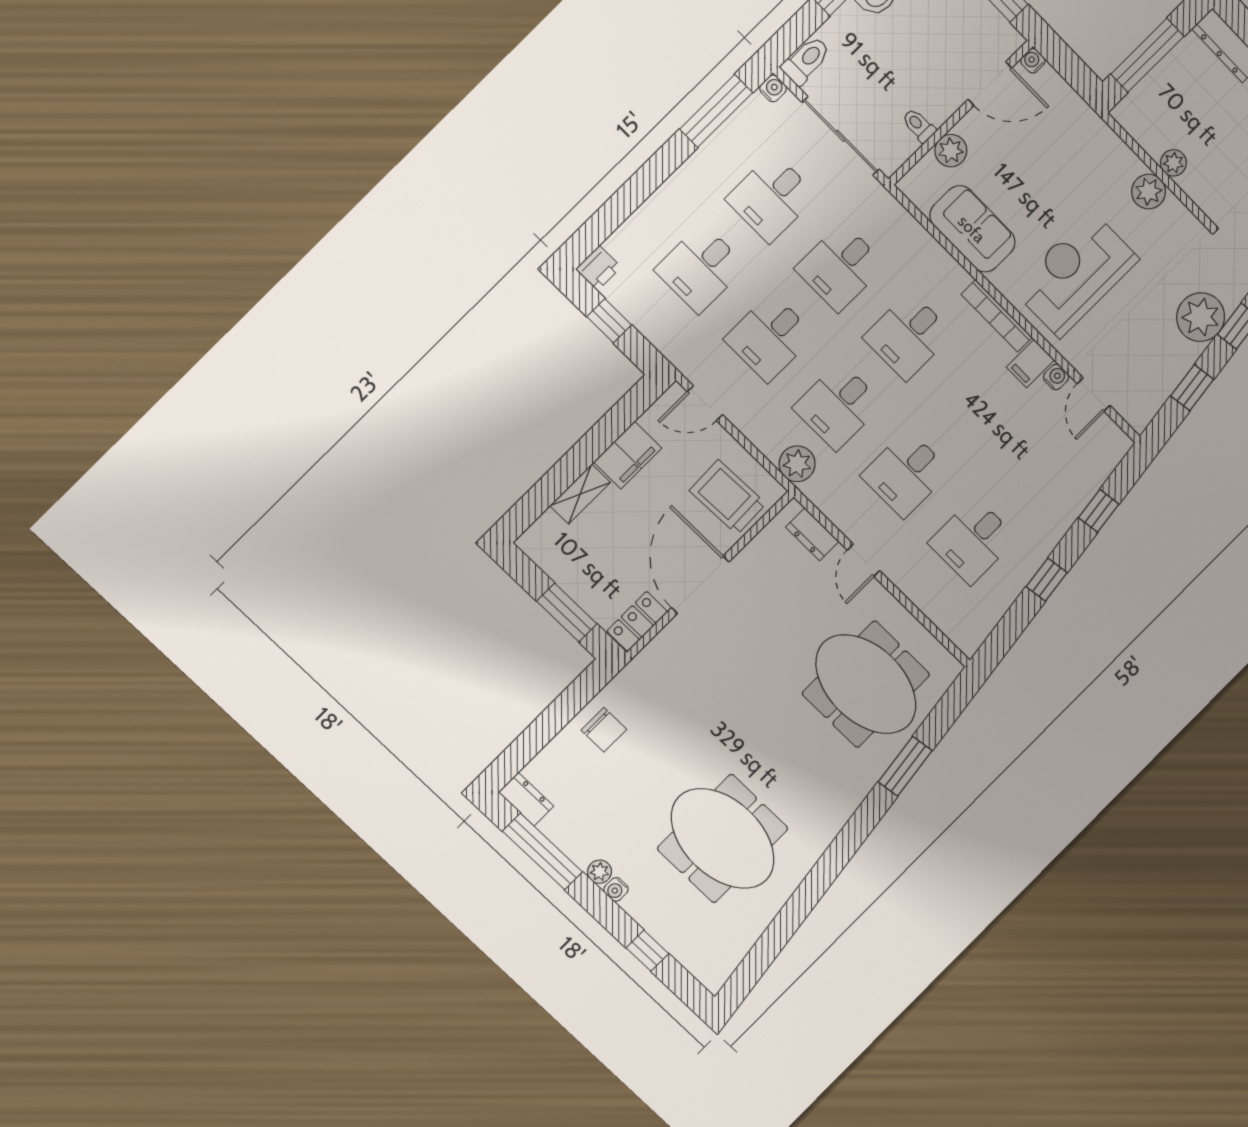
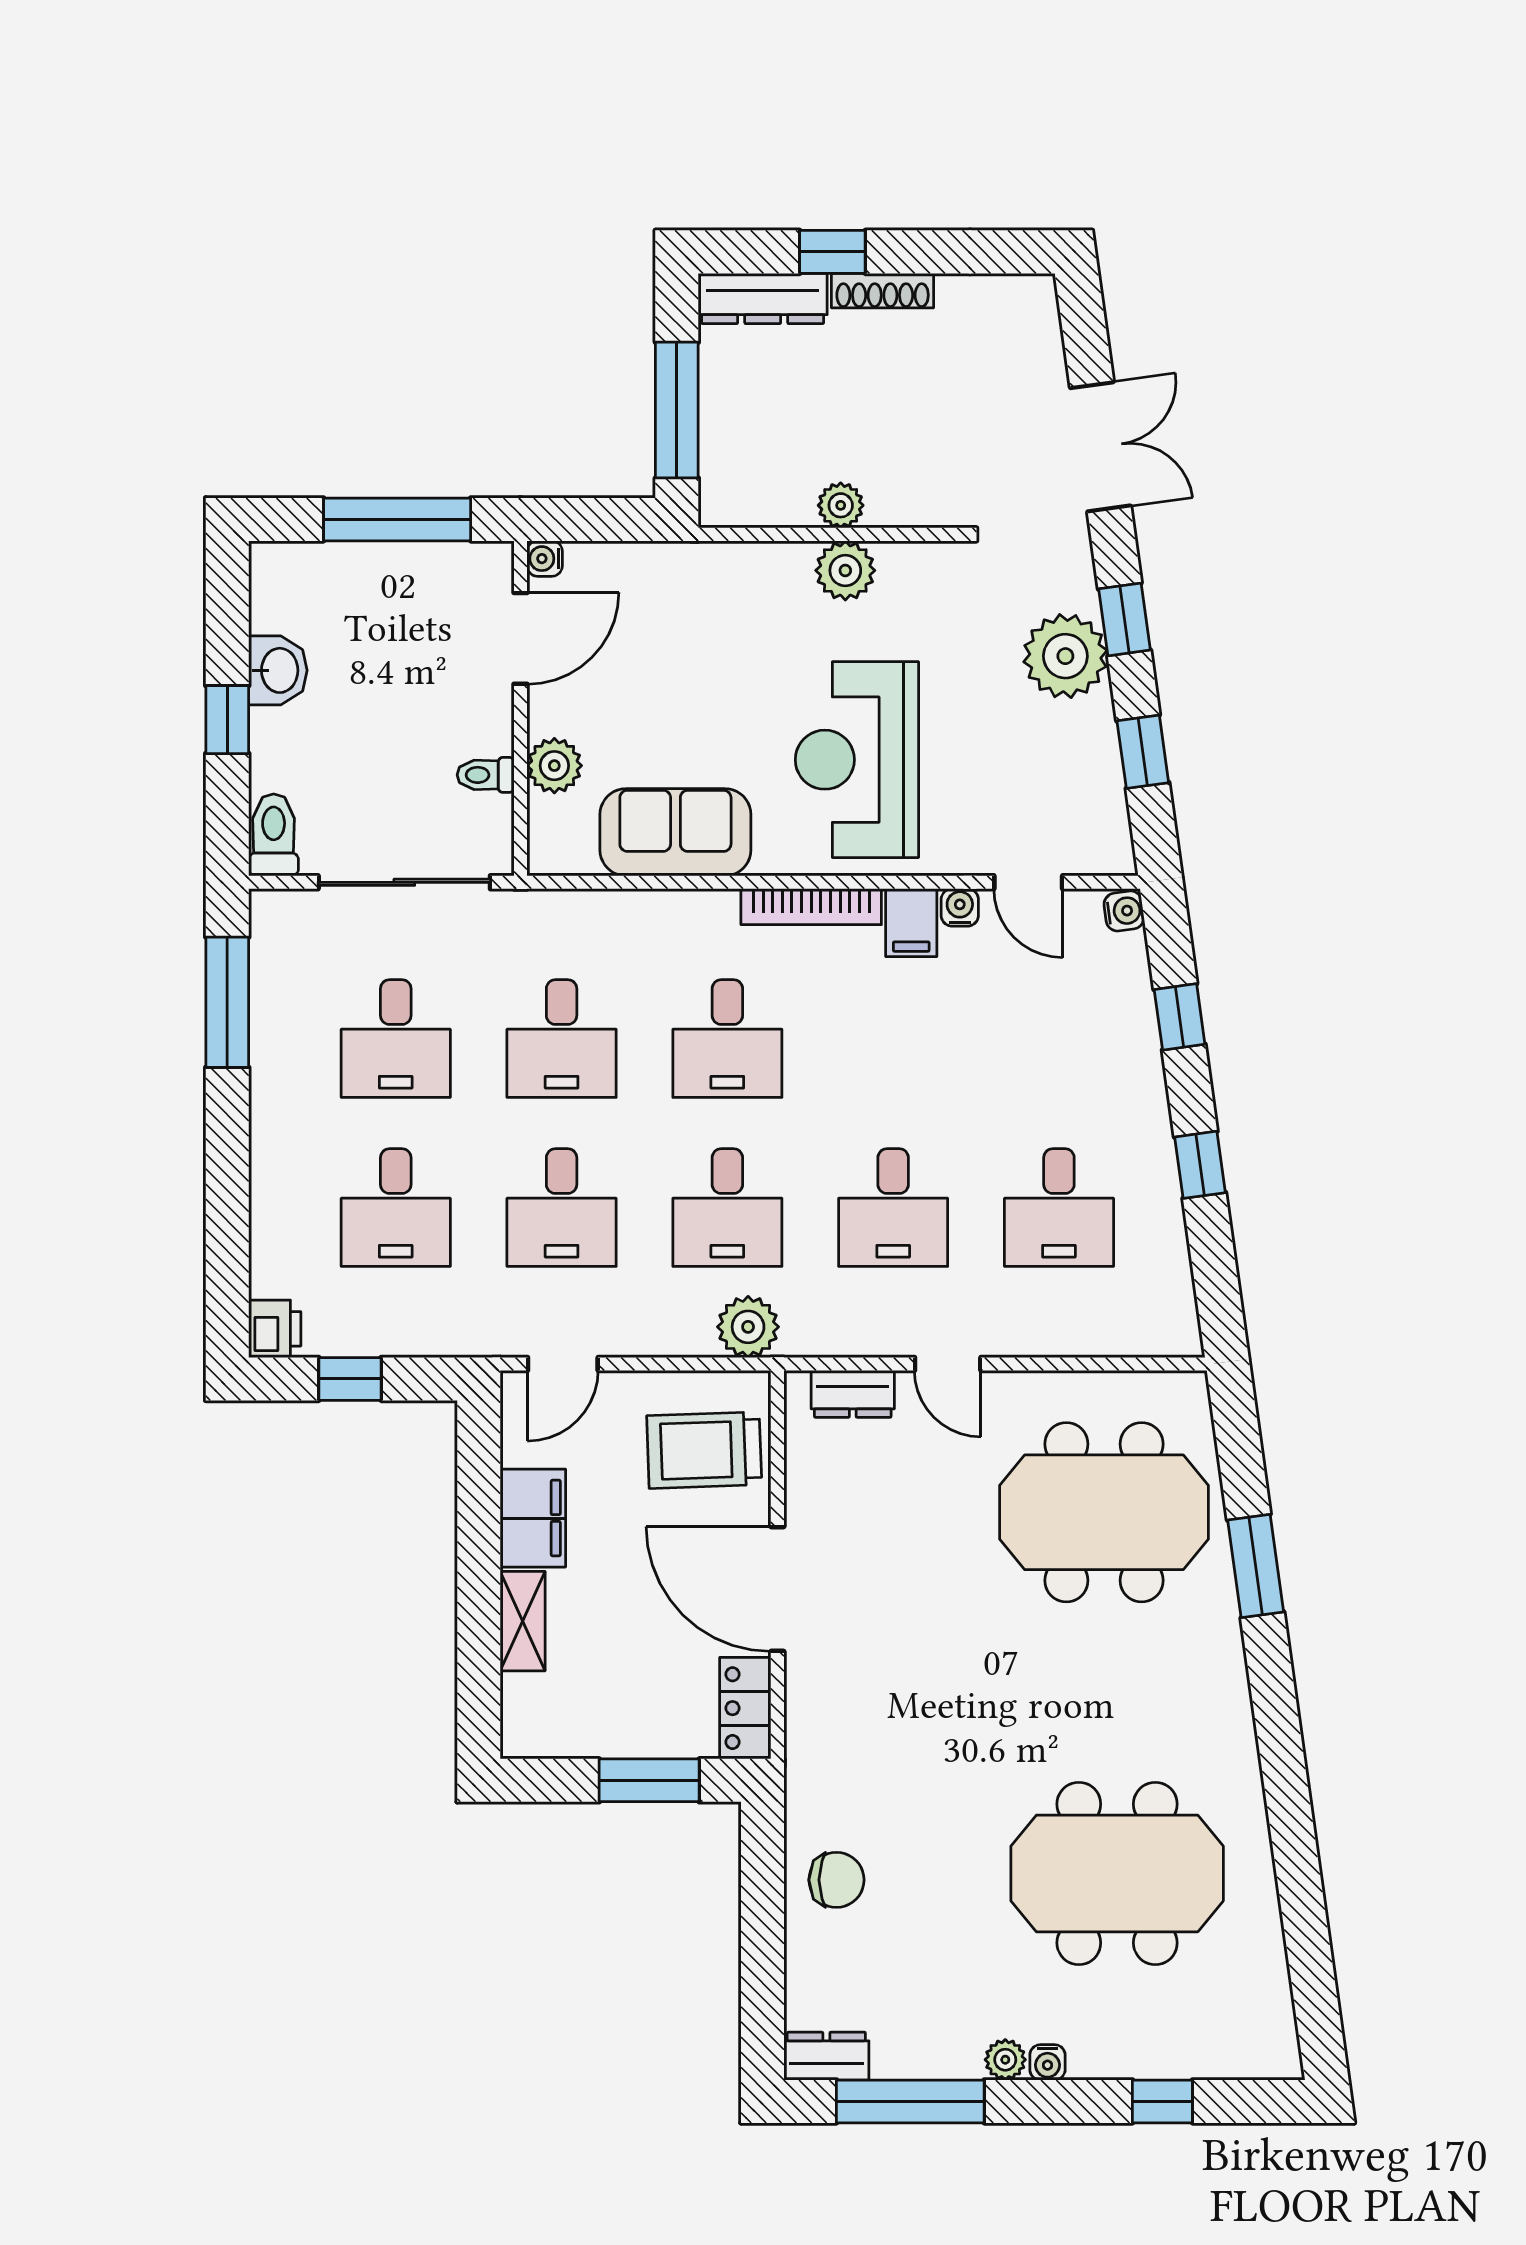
water cooler: (773, 88) -> (1124, 911), moved, turned 82

